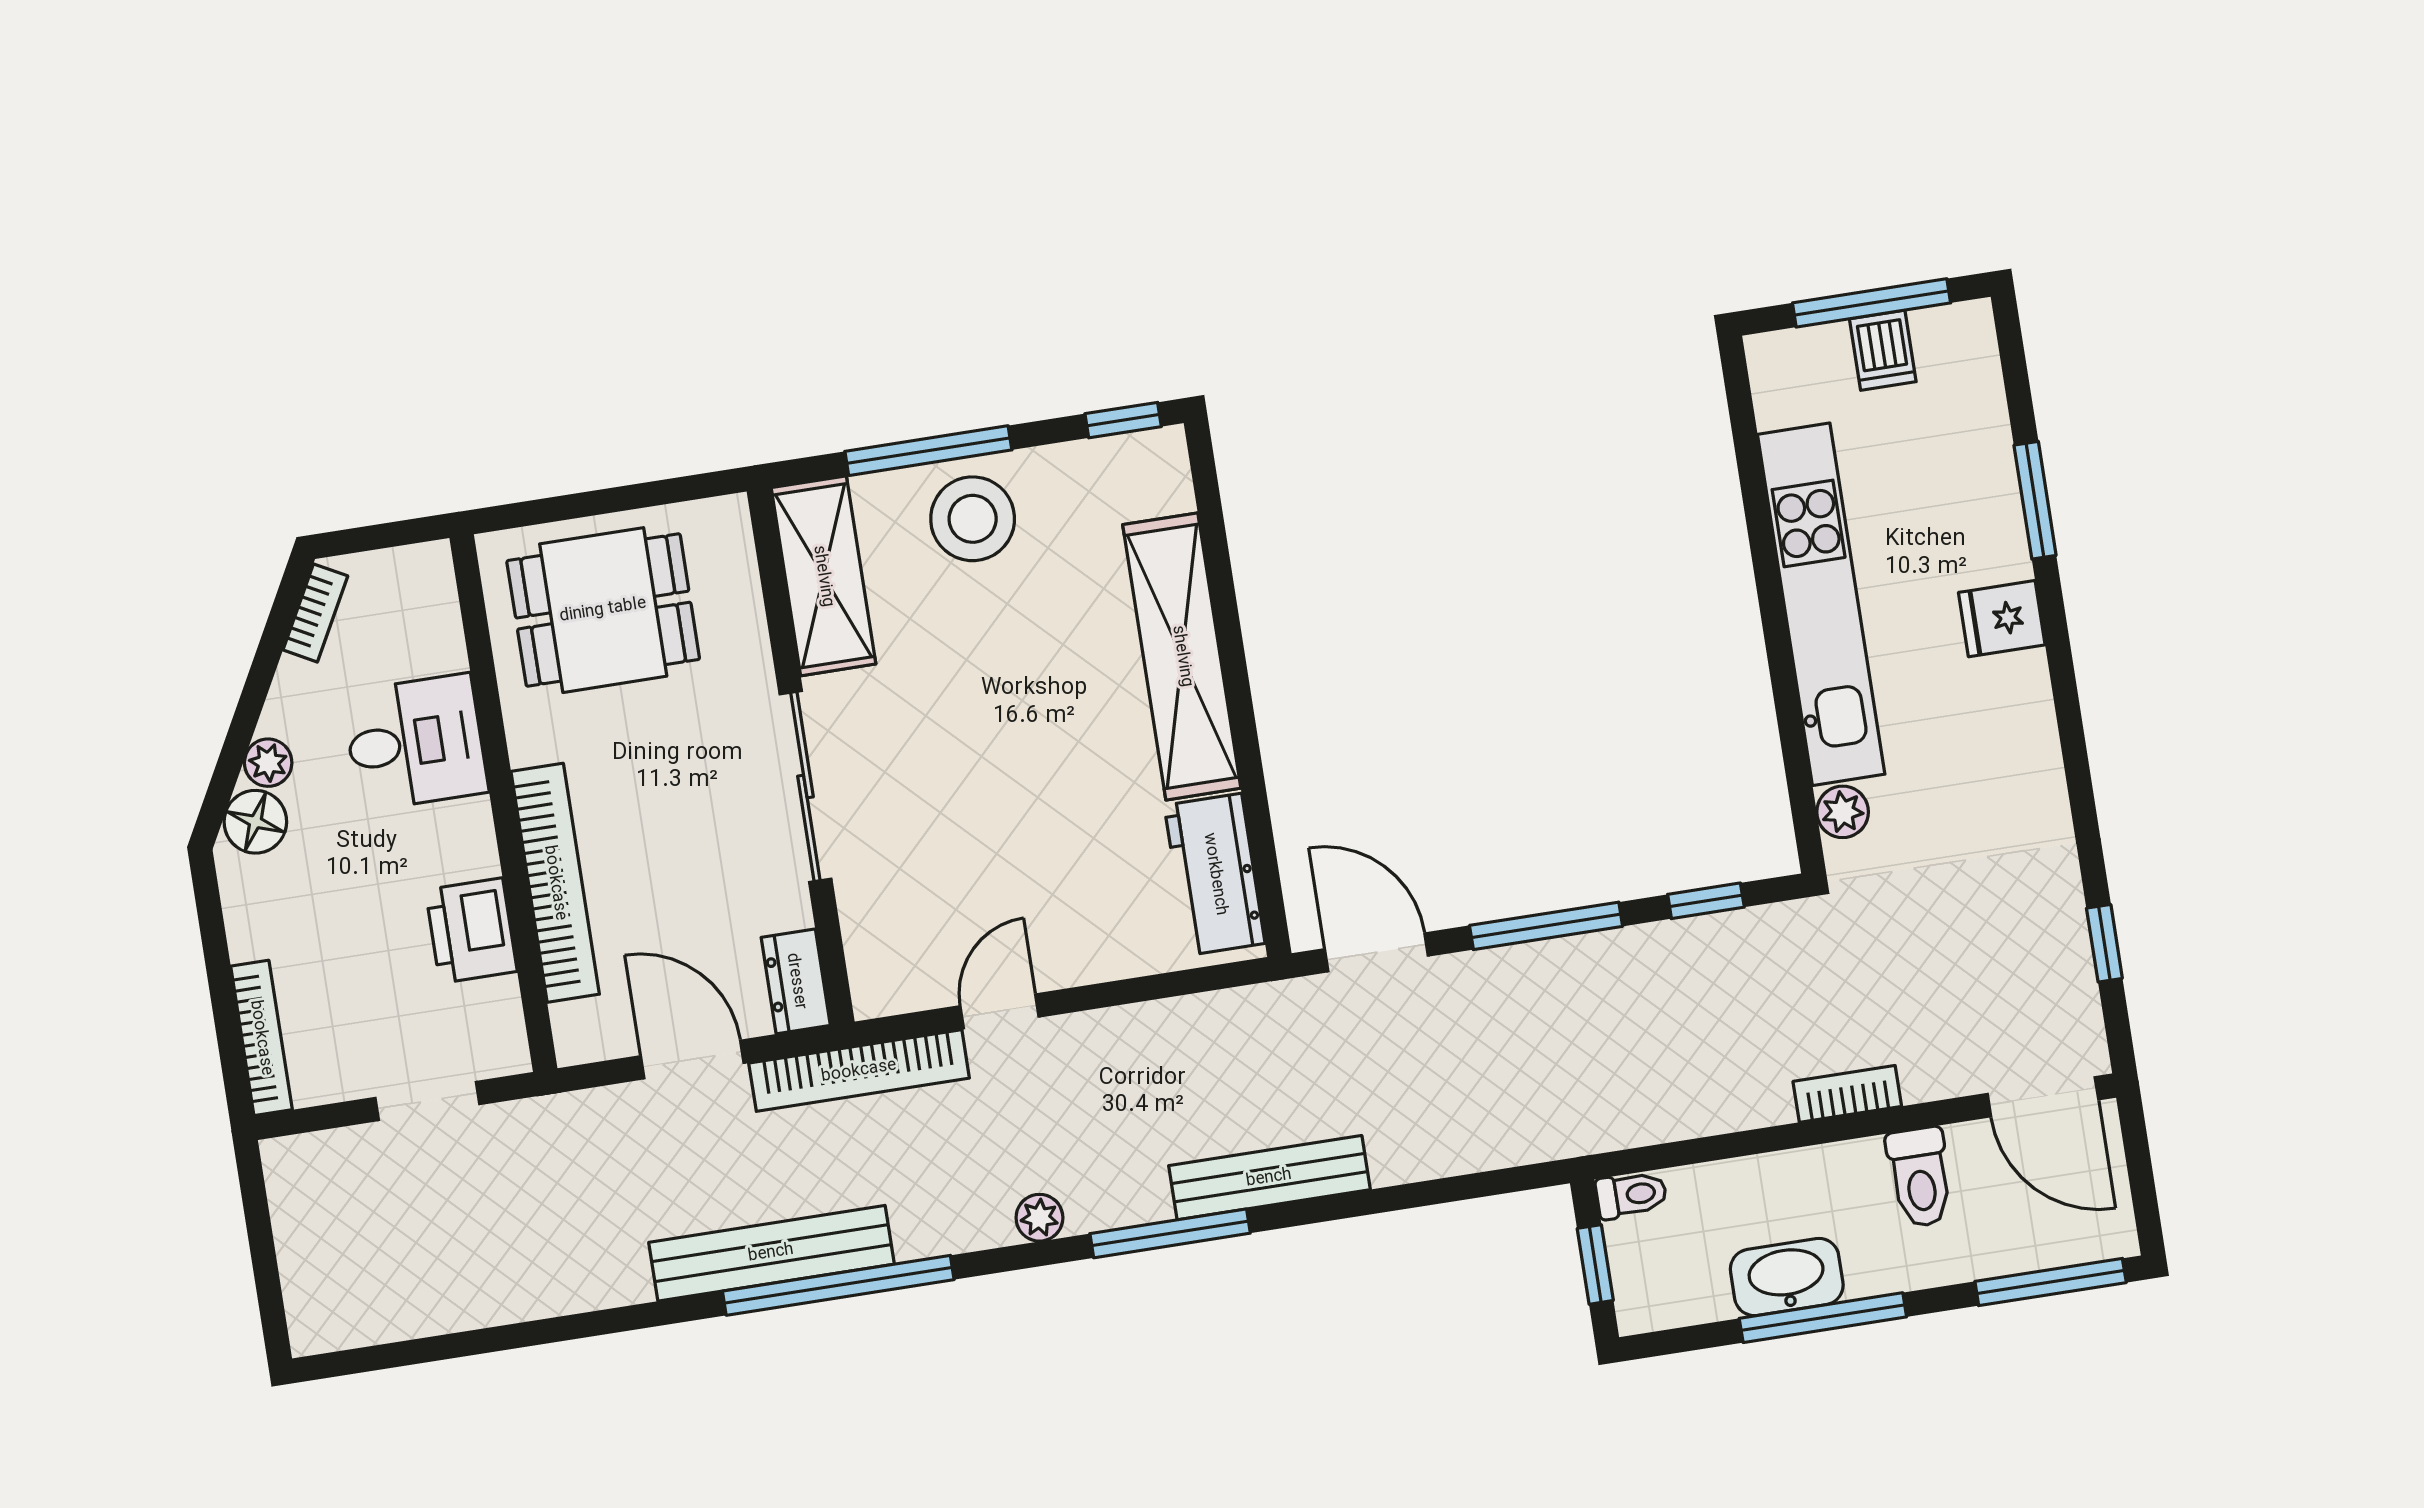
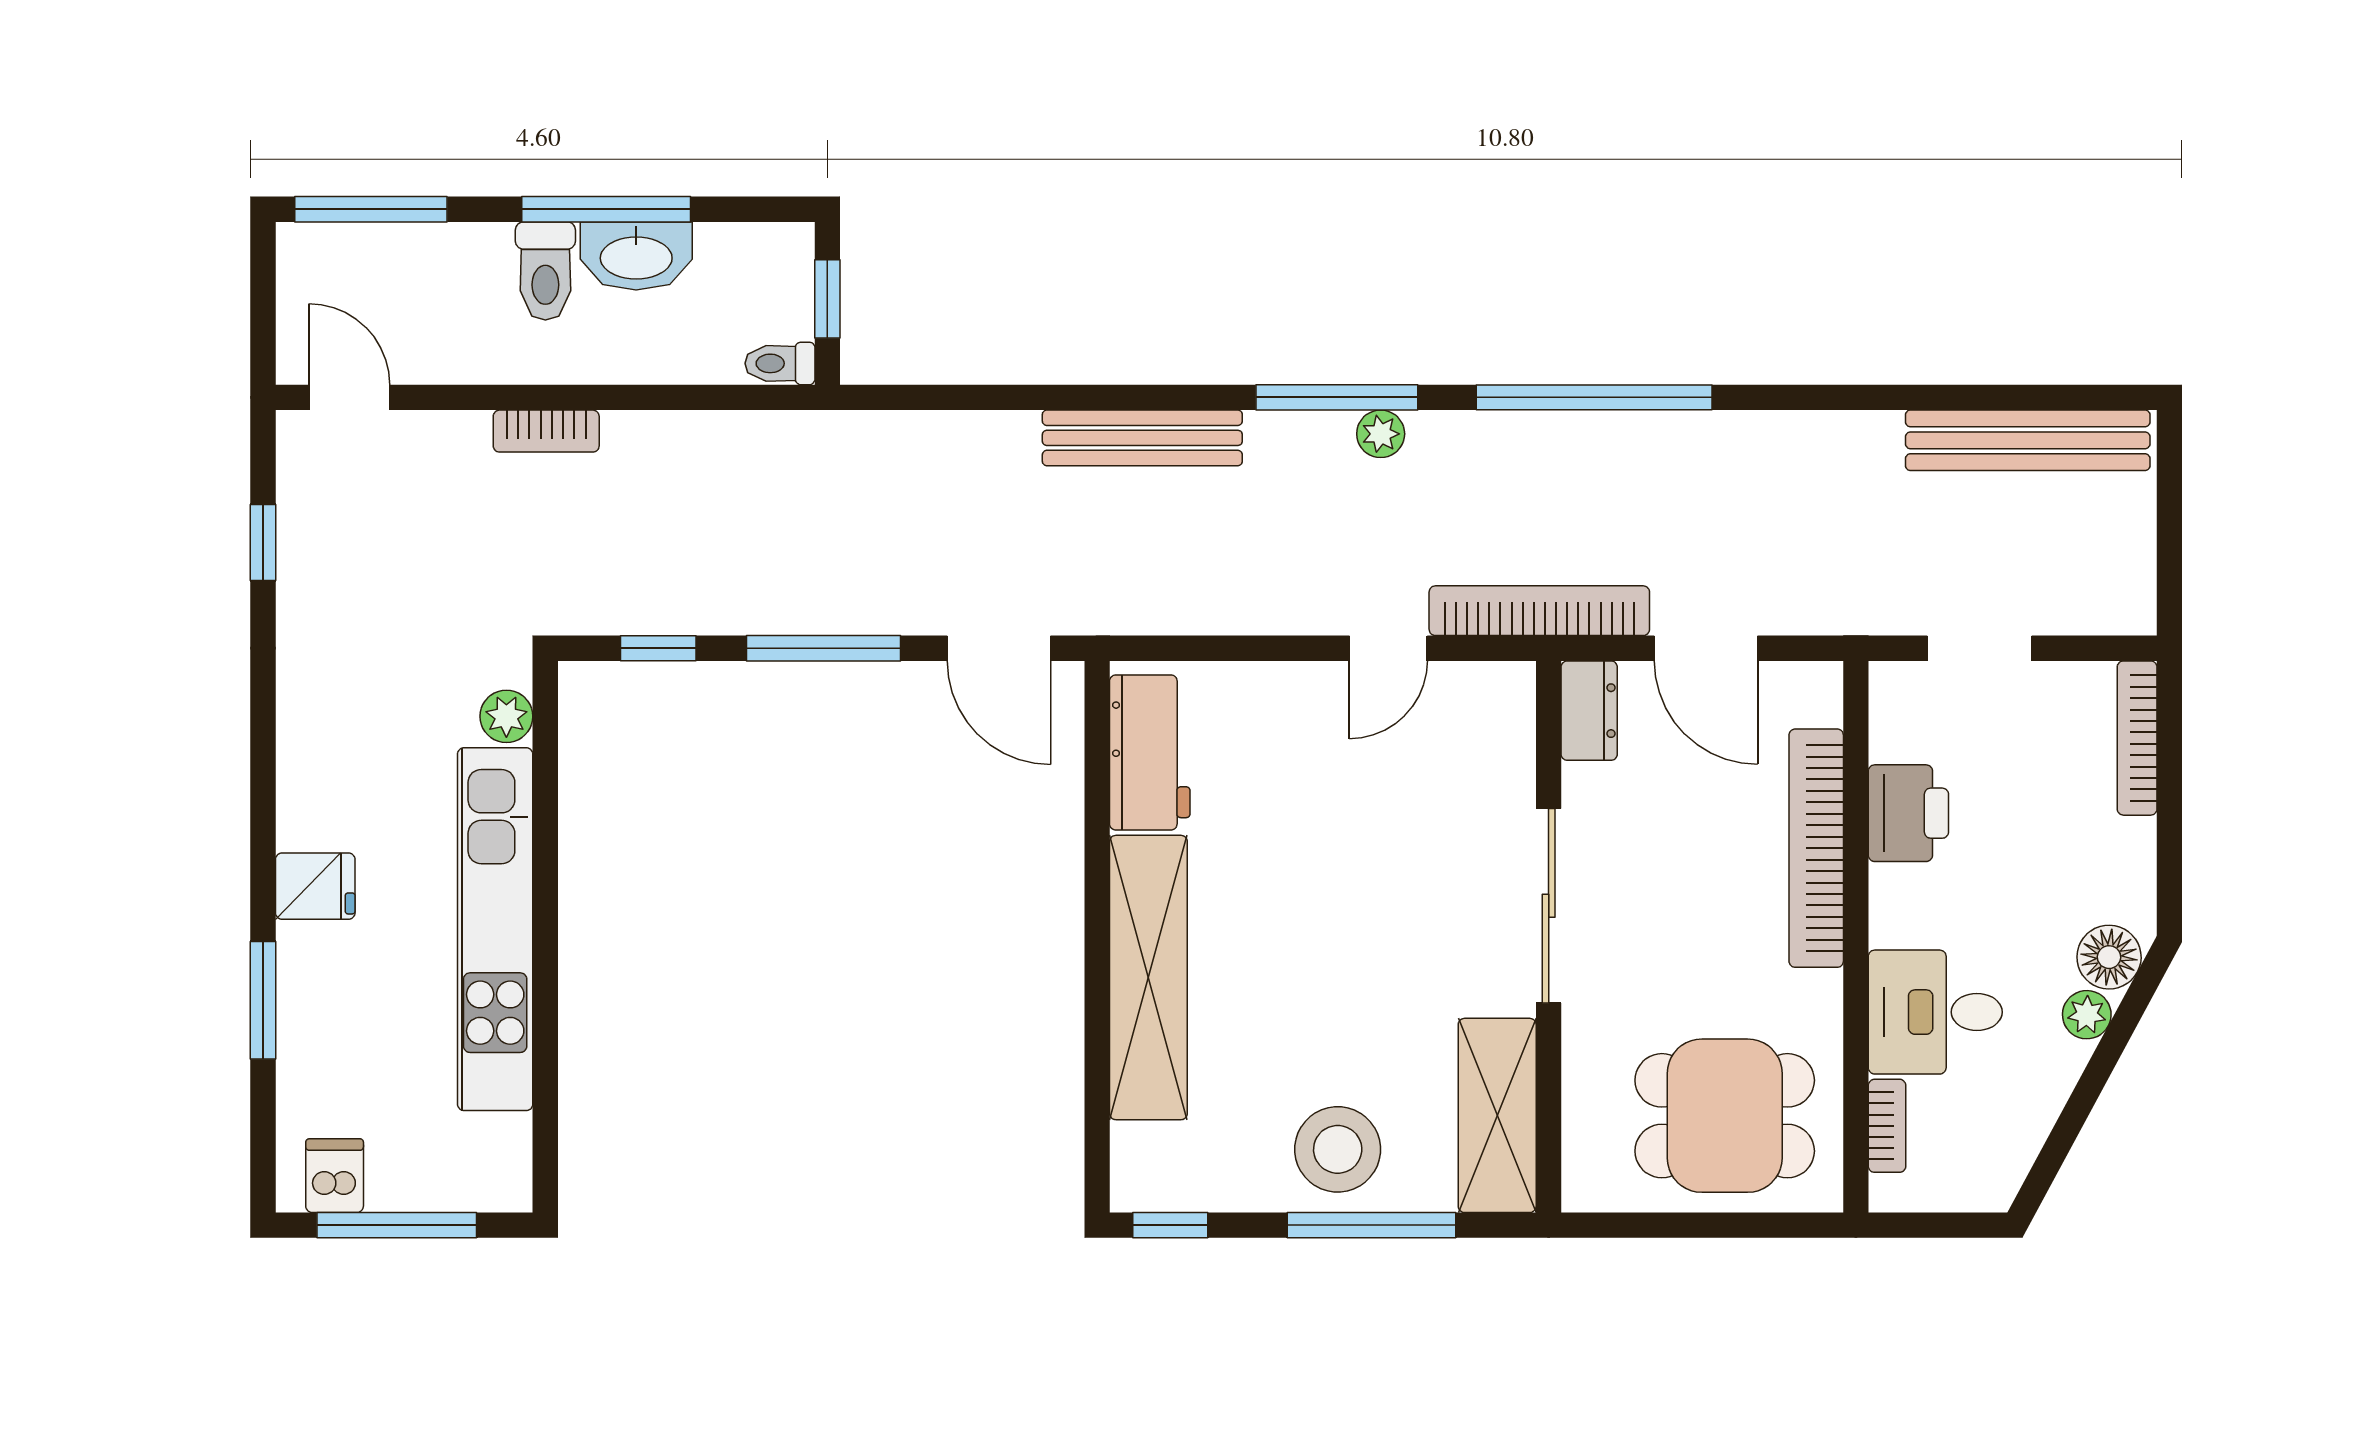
dishwasher: (1883, 350) -> (335, 1176), moved
bookcase: (315, 613) -> (1887, 1126), moved, turned 152
door: (2043, 1097) -> (349, 397), width x0.73
toilet: (1920, 1177) -> (545, 271), moved, turned 180
window: (1170, 1233) -> (1337, 397), moved
bench: (771, 1253) -> (2028, 440), moved

